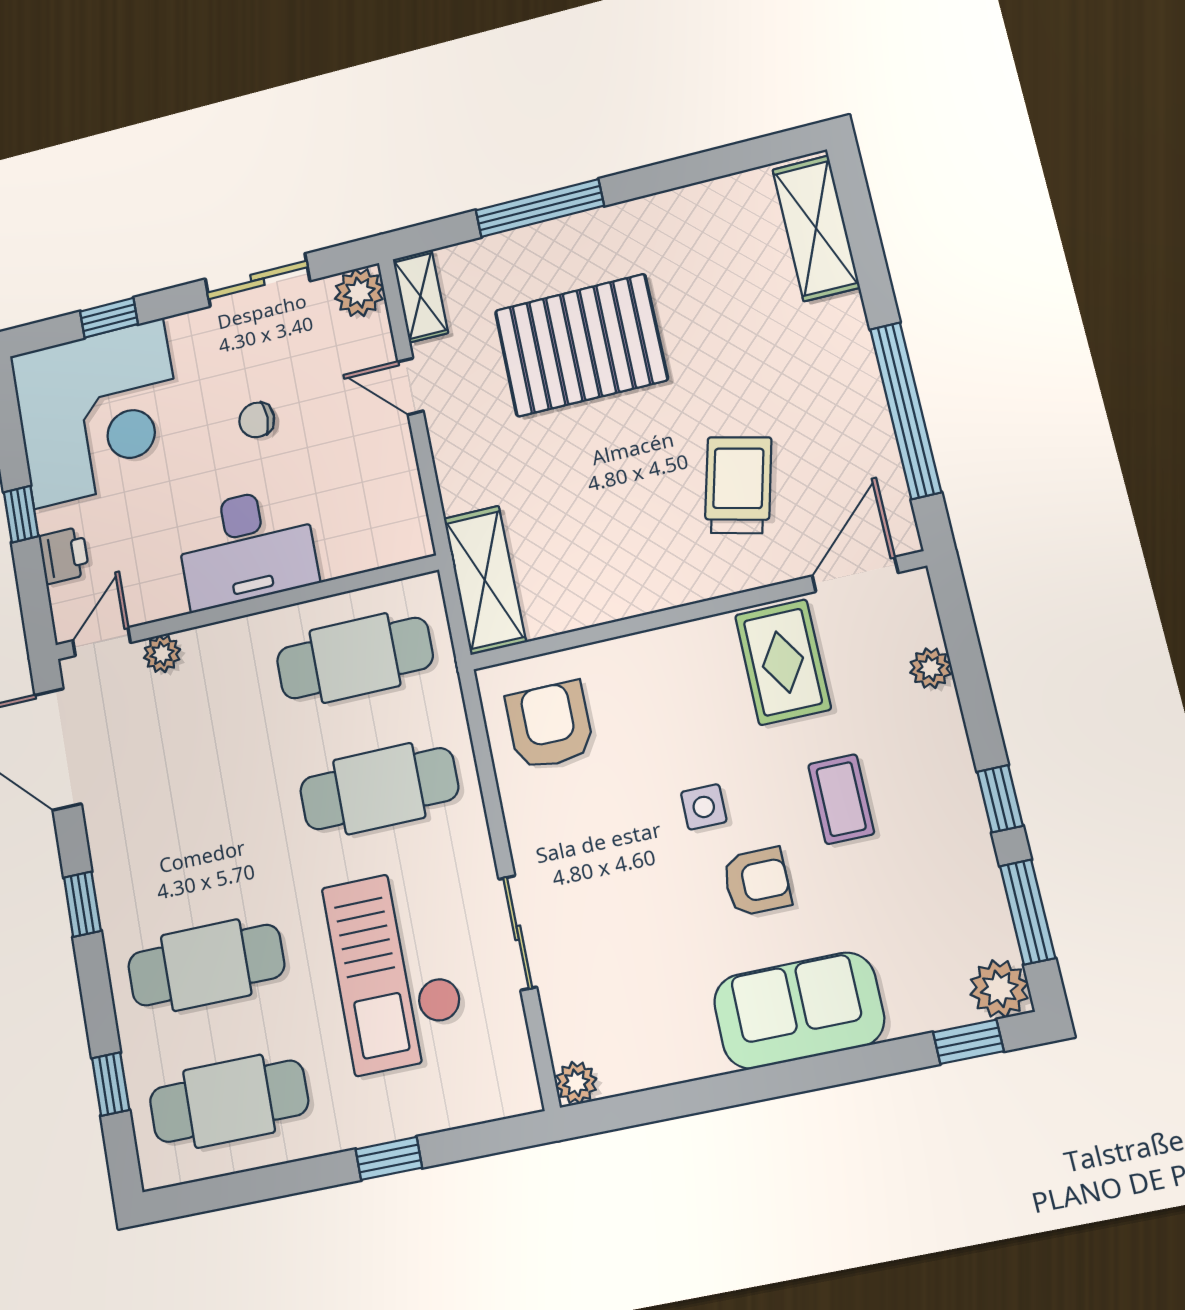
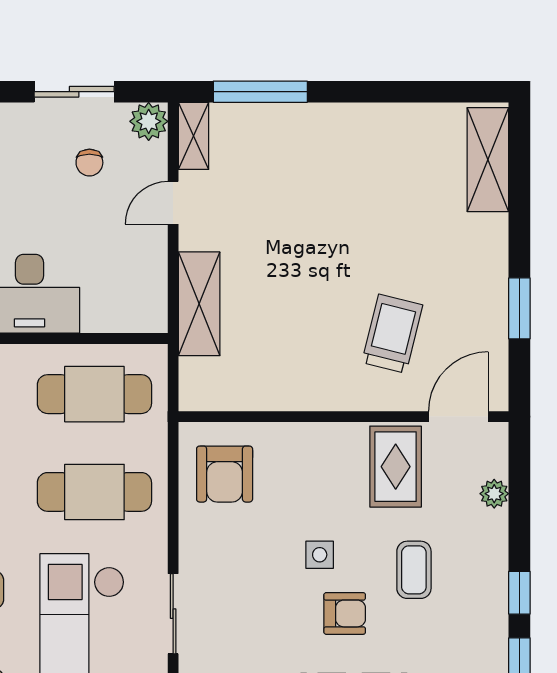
window: (540, 208) -> (260, 92), moved
pallet: (581, 345) -> (303, 203), removed
door: (410, 386) -> (173, 203), hinge flipped
window: (906, 410) -> (519, 308), width x0.47
chair: (257, 420) -> (89, 163), moved, turned -90
shelving: (485, 580) -> (199, 304), moved
armchair: (550, 725) -> (225, 474), turned 180

